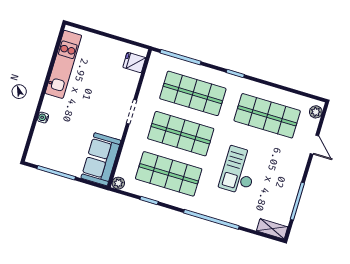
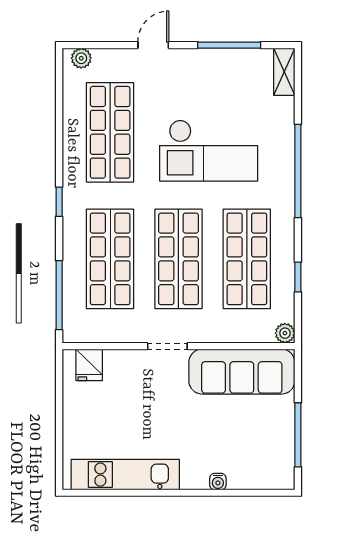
door: (314, 145) -> (153, 45), moved
sofa: (101, 159) -> (242, 372), width x1.36
checkout: (239, 170) -> (209, 151), width x1.36, depth x1.21

